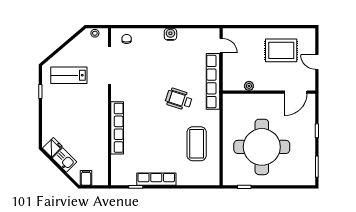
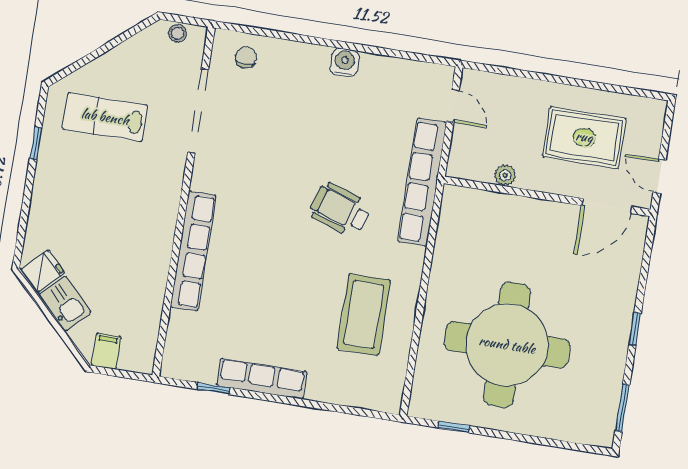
plant: (249, 86) -> (505, 175), moved
wall: (269, 92) -> (547, 196), moved
door: (296, 92) -> (607, 206), moved

